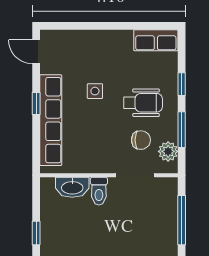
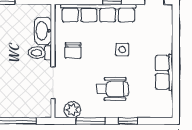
row of seats: (156, 40) -> (164, 72), moved
wheelchair: (143, 103) -> (113, 89), turned -90
chair: (141, 140) -> (73, 50), moved

